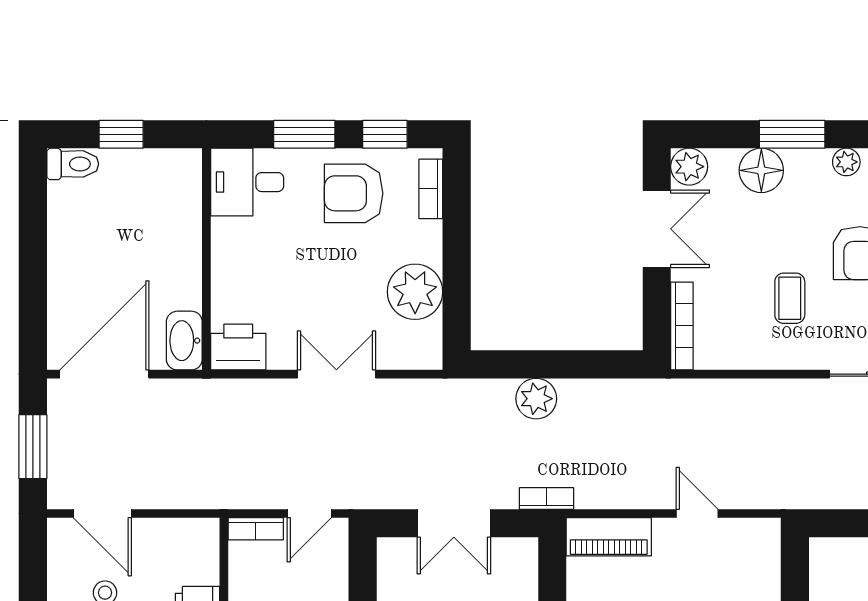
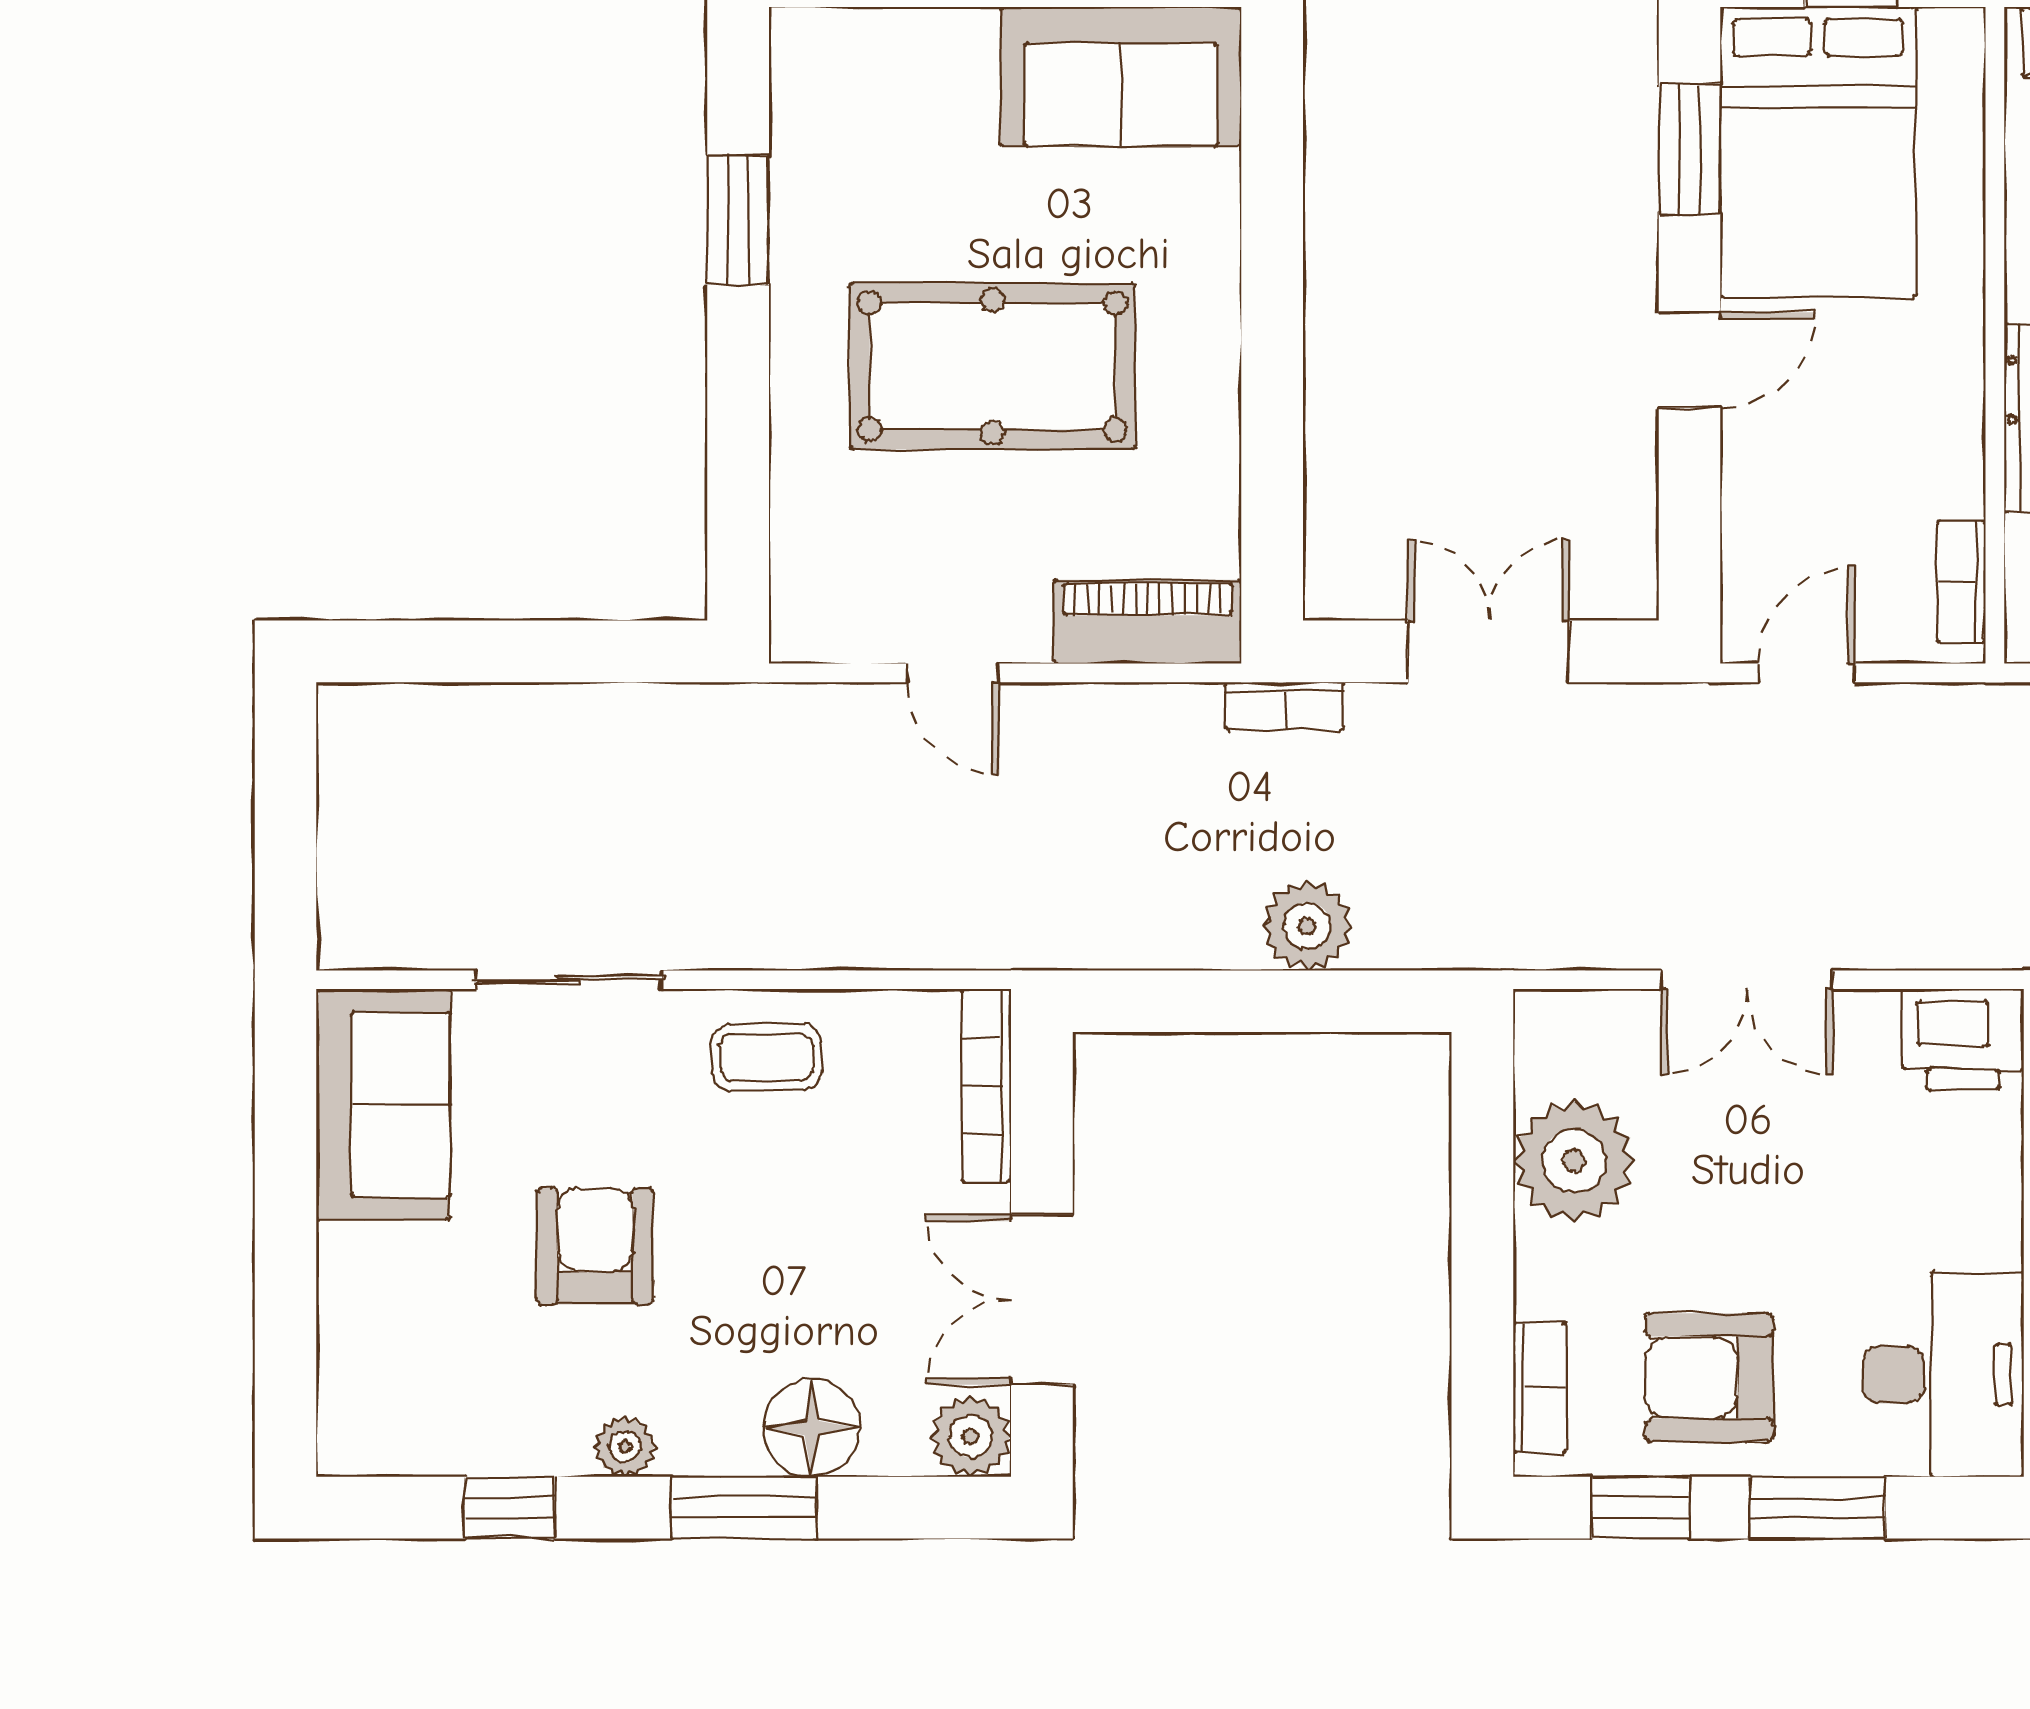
desk: (247, 182) -> (1944, 1375), width x1.37
armchair: (354, 193) -> (1709, 1378), turned 180
coffee table: (790, 298) -> (766, 1057), moved, turned 90
bookcase: (256, 529) -> (1961, 581), moved, turned -90

